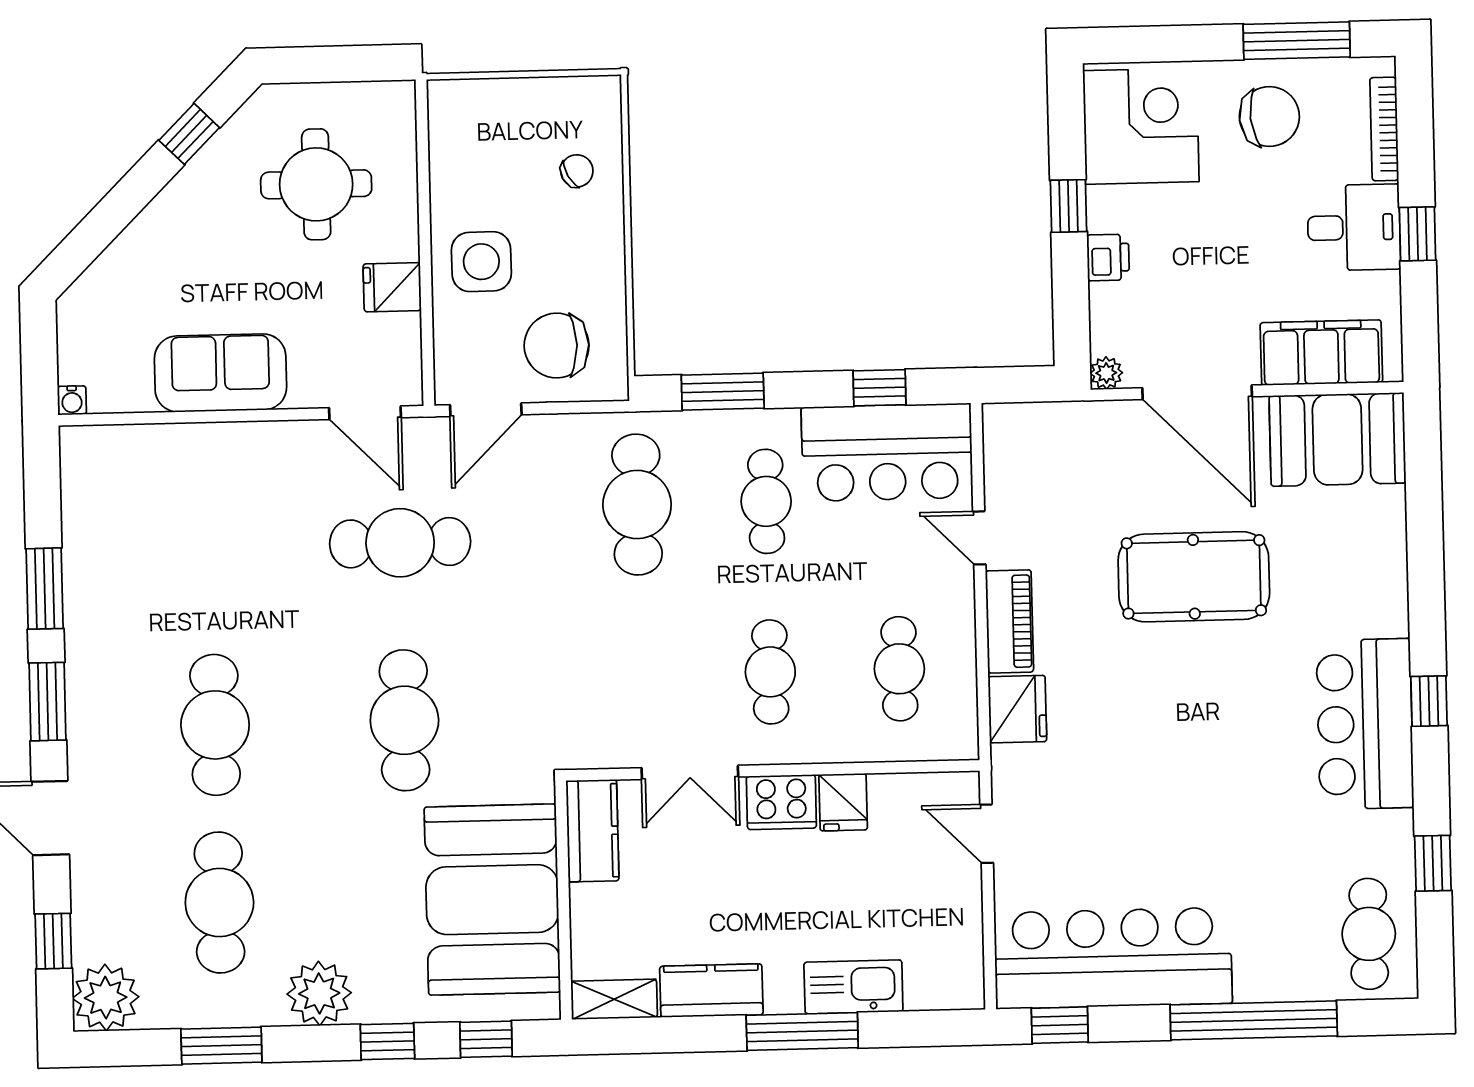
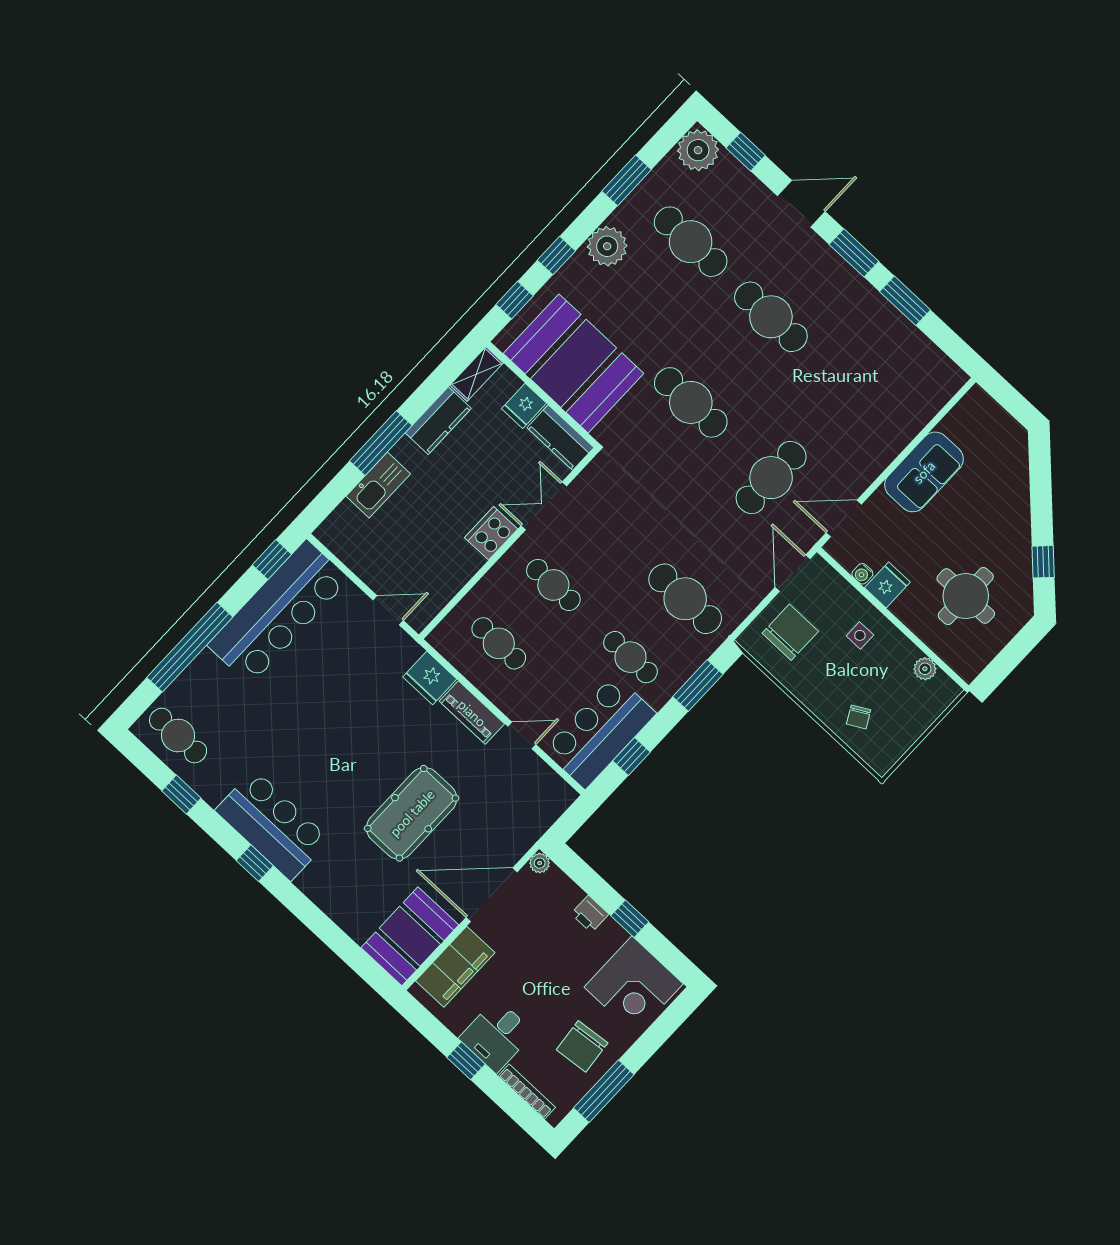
plant: (446, 149) -> (925, 669), added
side table: (481, 262) -> (860, 635), width x0.54, depth x0.54
water cooler: (72, 400) -> (862, 574), moved, turned -90
fridge: (843, 802) -> (524, 406), moved, turned -90

